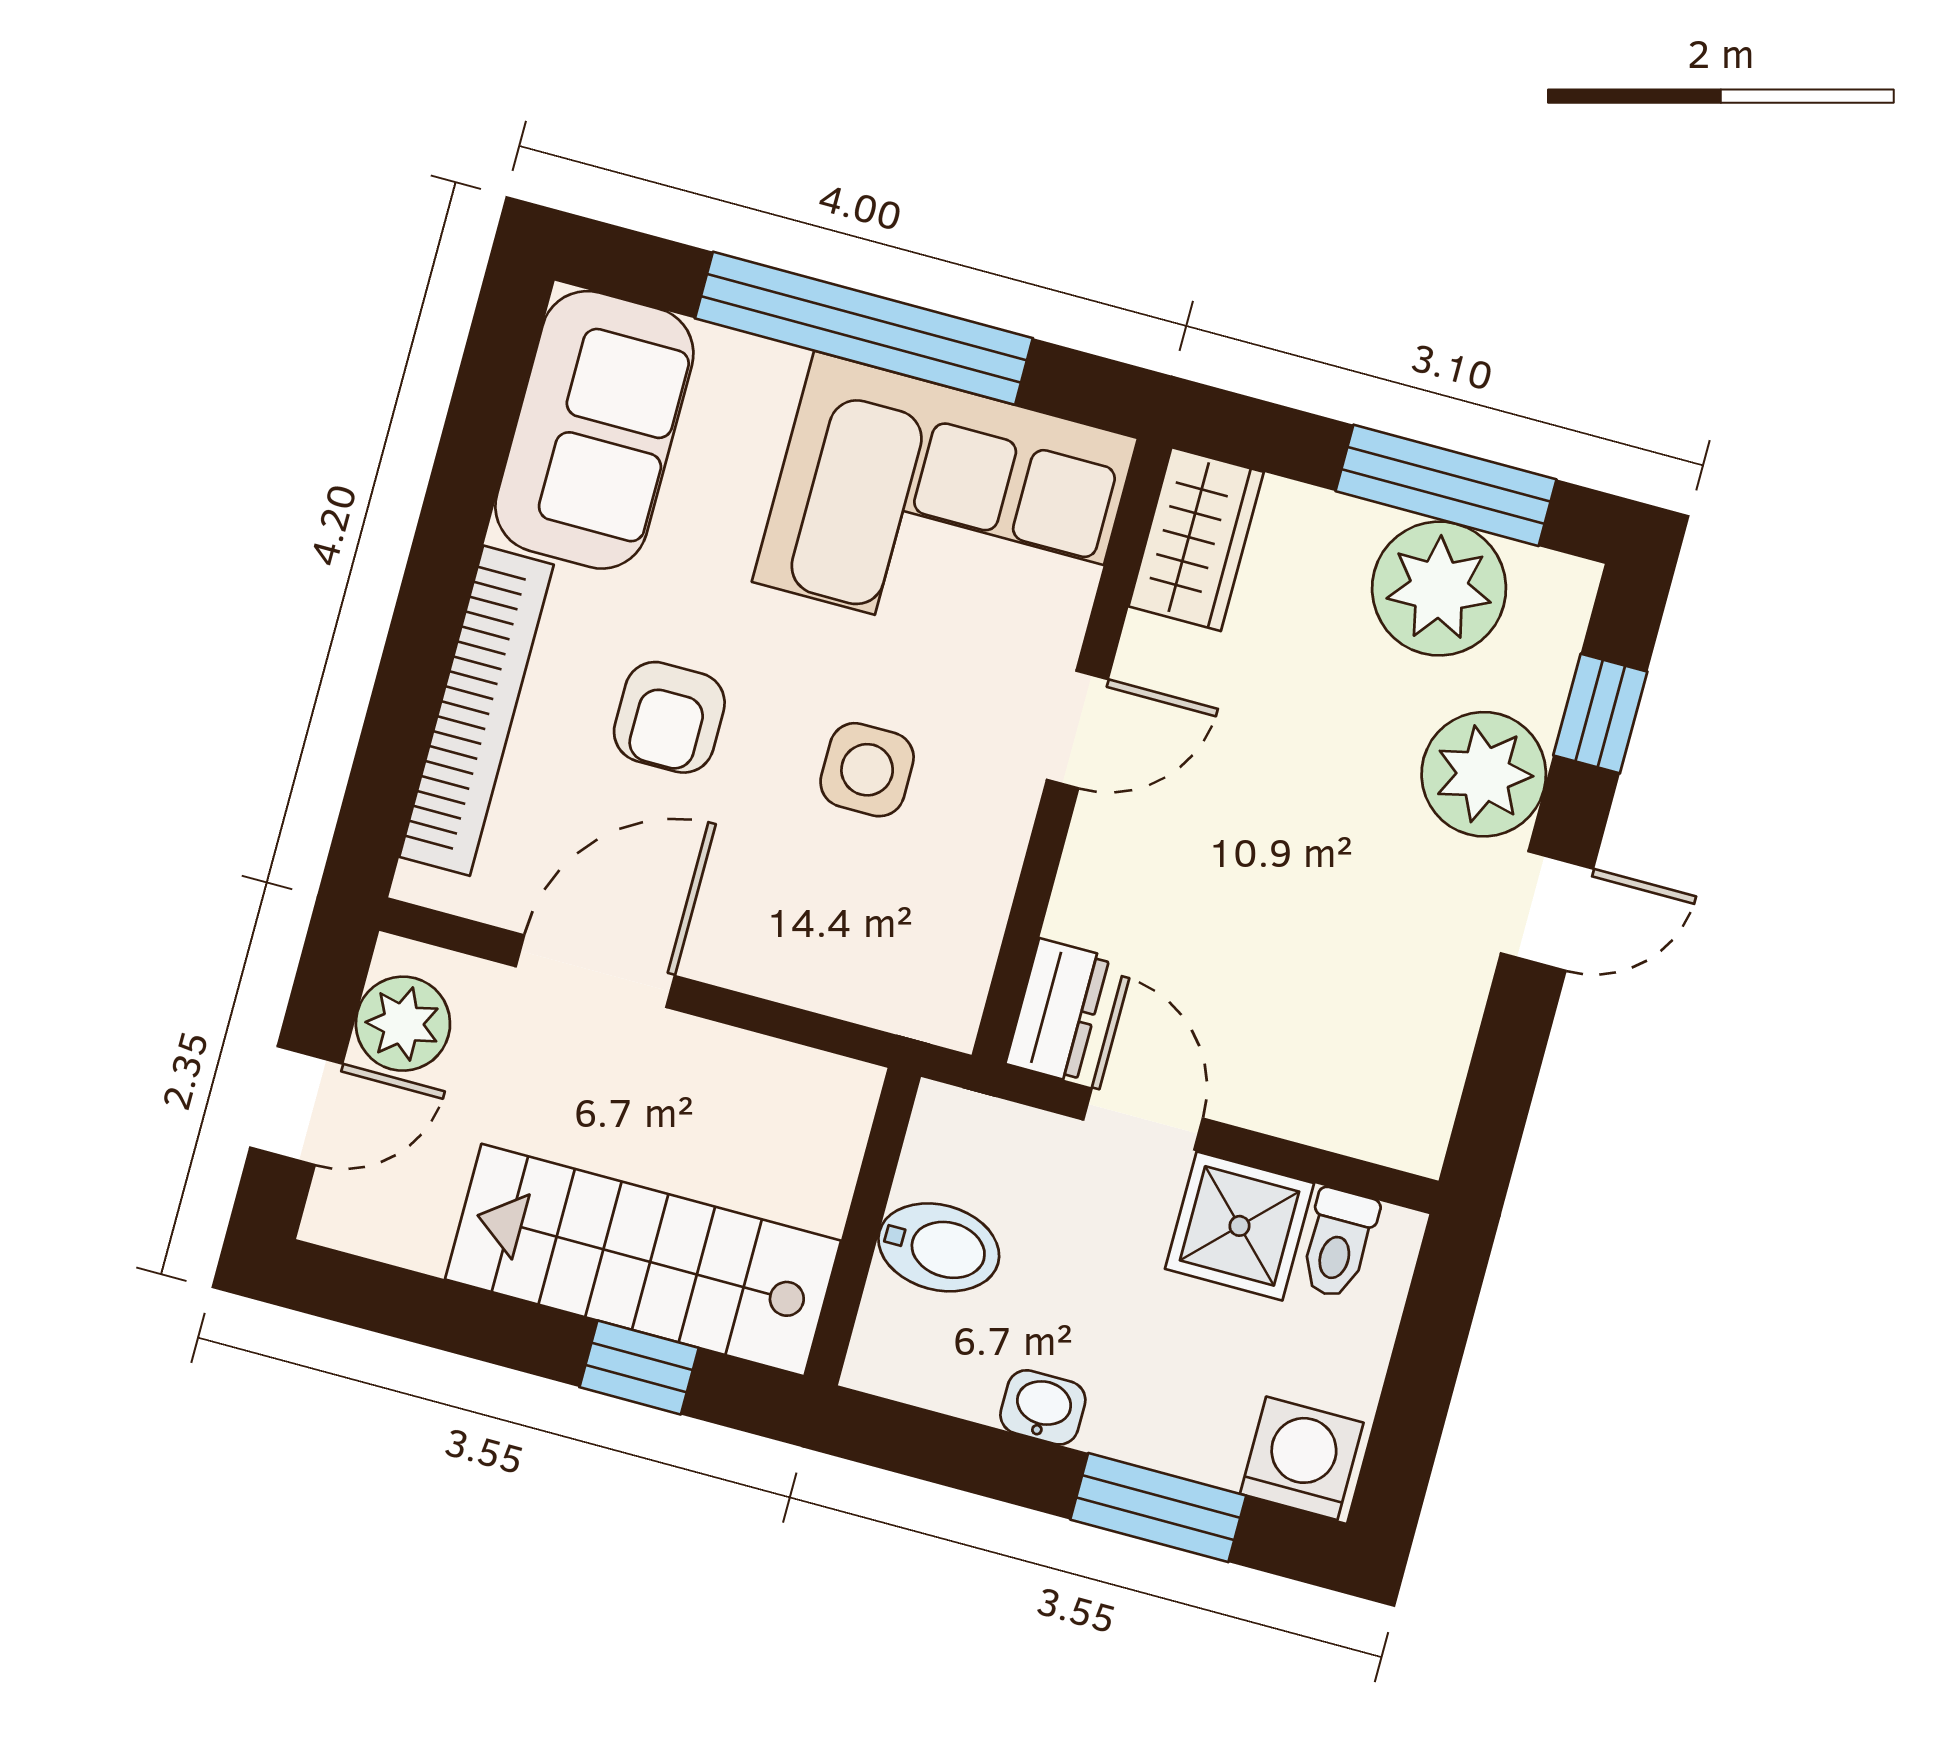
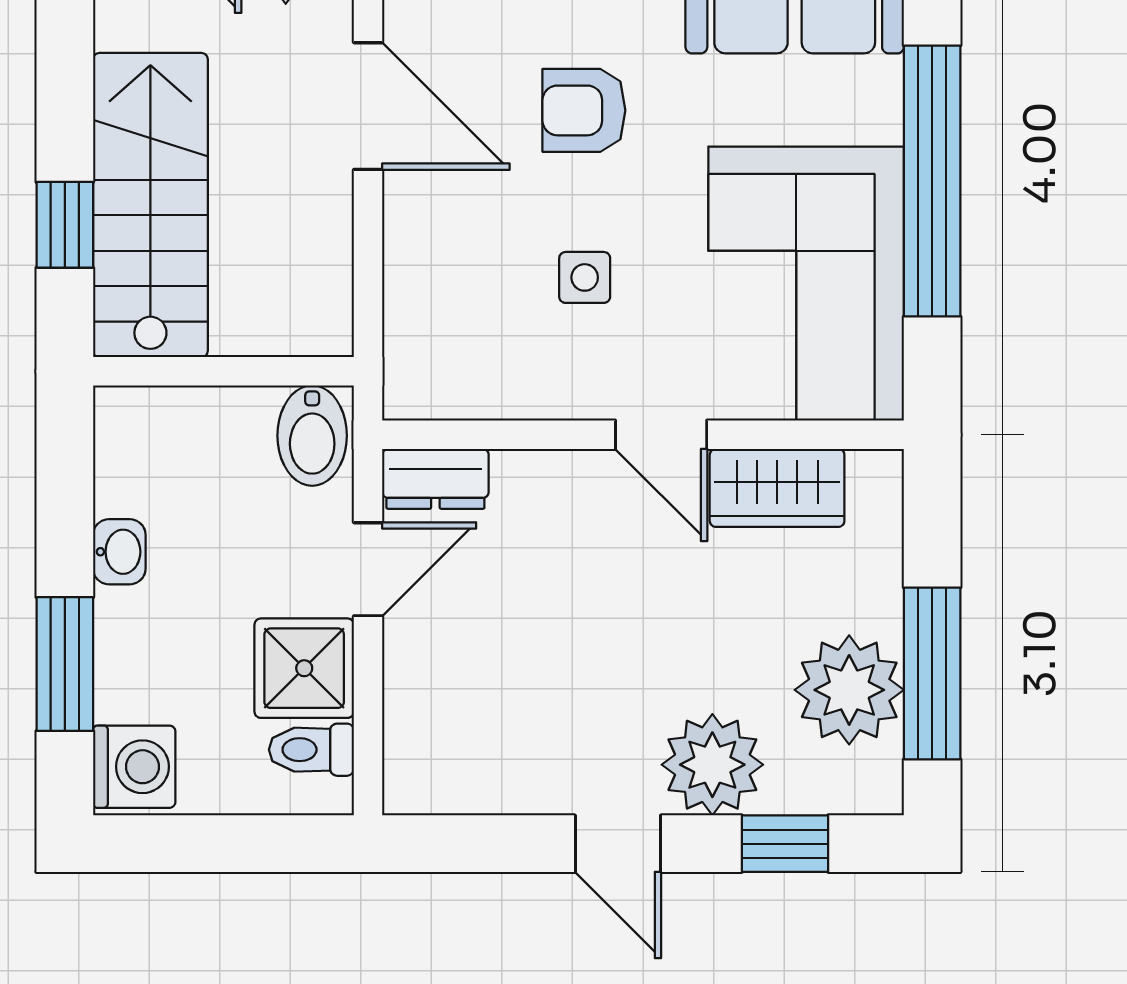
wardrobe: (1196, 539) -> (777, 488), moved
side table: (867, 770) -> (585, 277), width x0.73, depth x0.73
bidet: (939, 1247) -> (312, 436), moved

